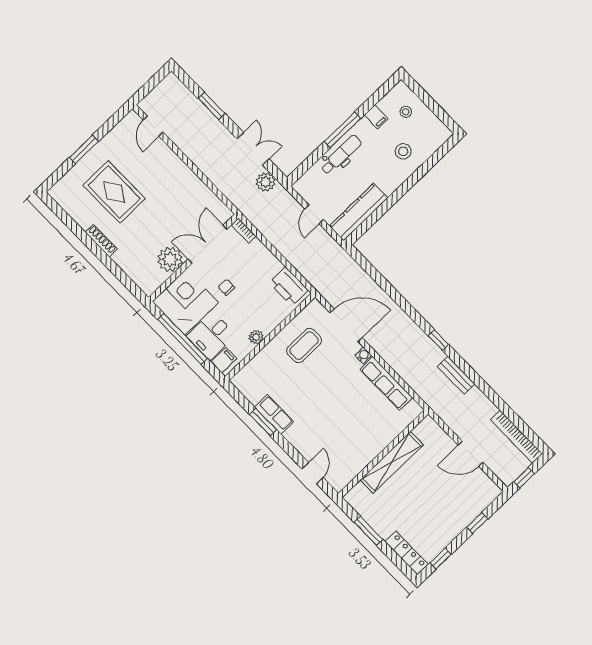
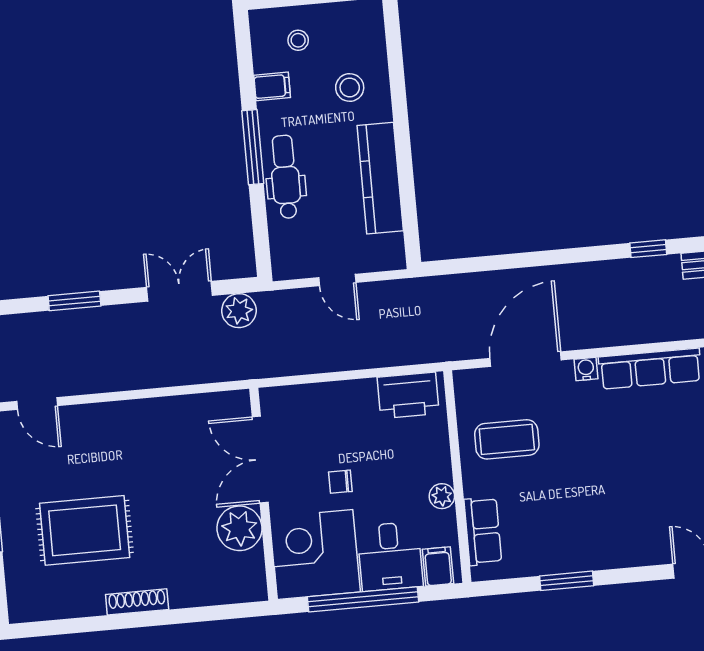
kitchen counter: (359, 212) -> (380, 178), moved
bookcase: (244, 230) -> (281, 395), removed
coffee table: (304, 346) -> (507, 439), turned 90
row of seats: (274, 414) -> (483, 531), moved, turned 90

